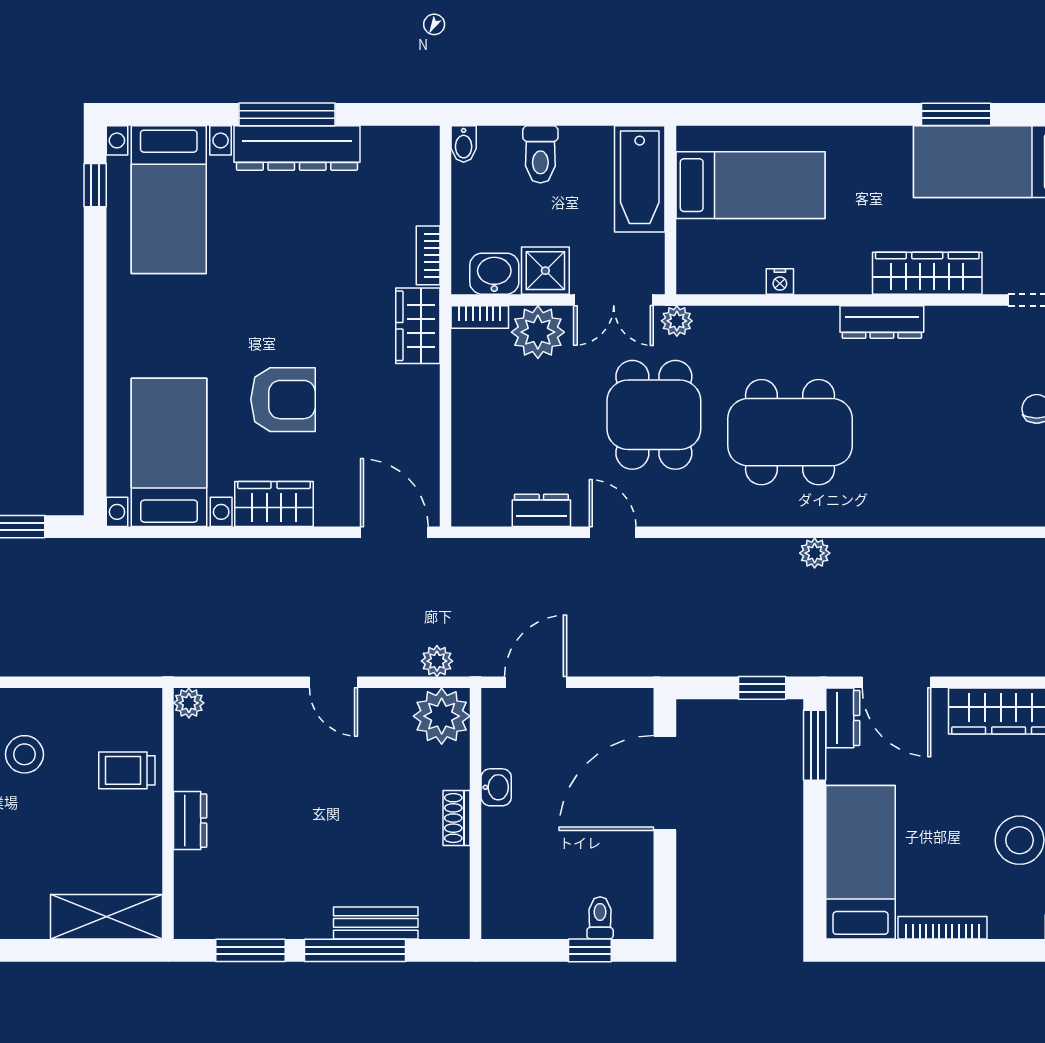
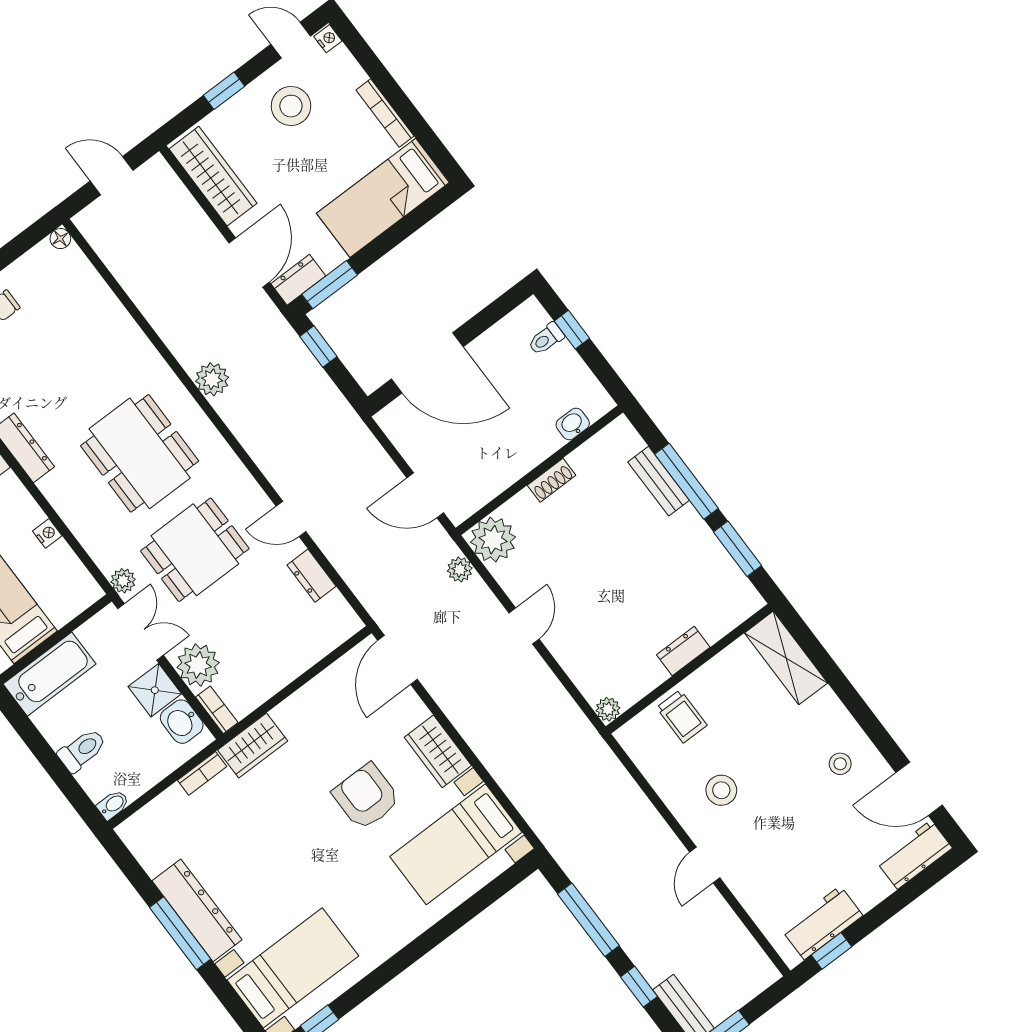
door: (613, 532) -> (291, 519), hinge flipped
plant: (815, 553) -> (212, 379), width x1.38, depth x1.38
washbasin: (496, 787) -> (573, 424), moved

